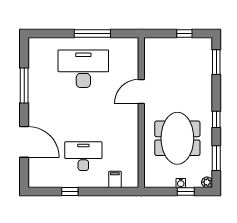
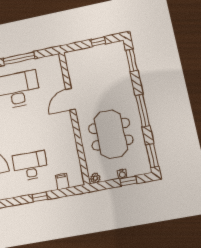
window: (216, 119) -> (142, 111), width x2.17
window: (216, 158) -> (152, 156), moved
plant: (207, 182) -> (95, 178), moved
window: (70, 191) -> (40, 197), moved

